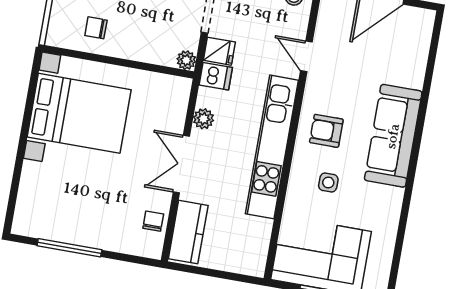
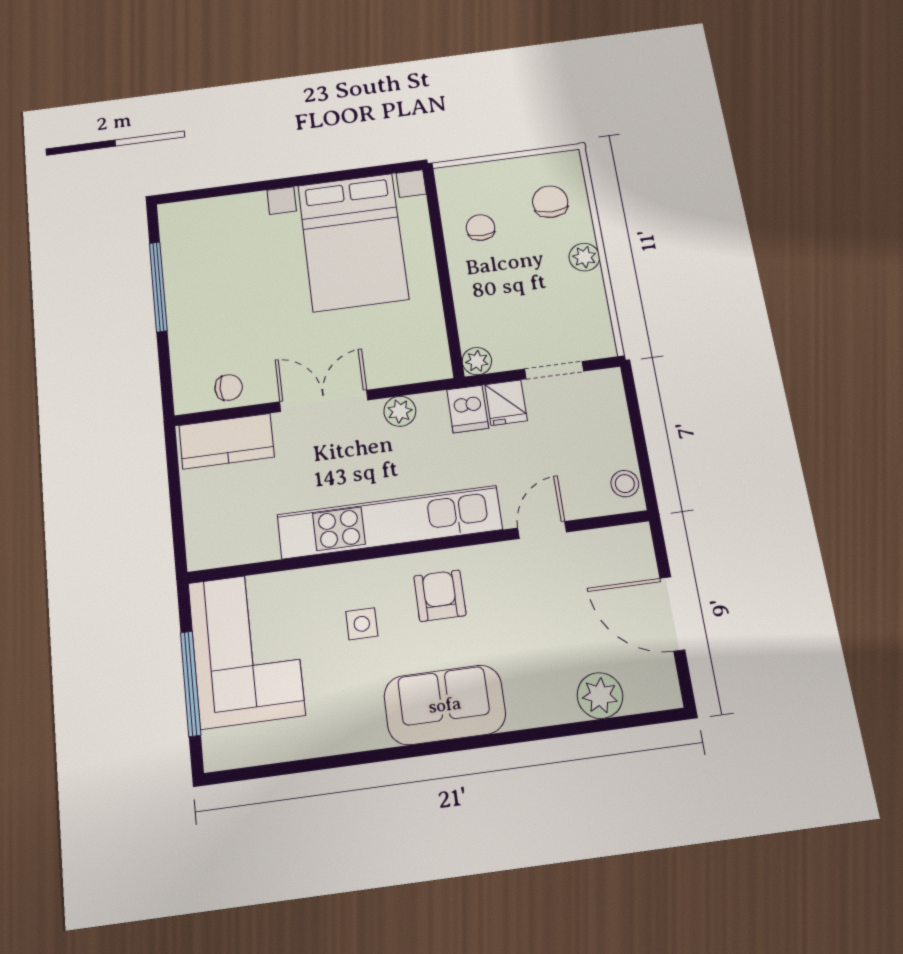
plant: (414, 57) -> (600, 696), added
sofa: (393, 136) -> (445, 705), width x0.73

